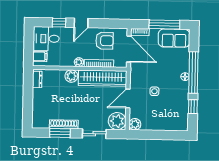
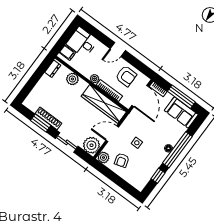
window: (59, 23) -> (101, 37), removed
plant: (71, 76) -> (72, 79), moved
armchair: (152, 115) -> (122, 160), added

